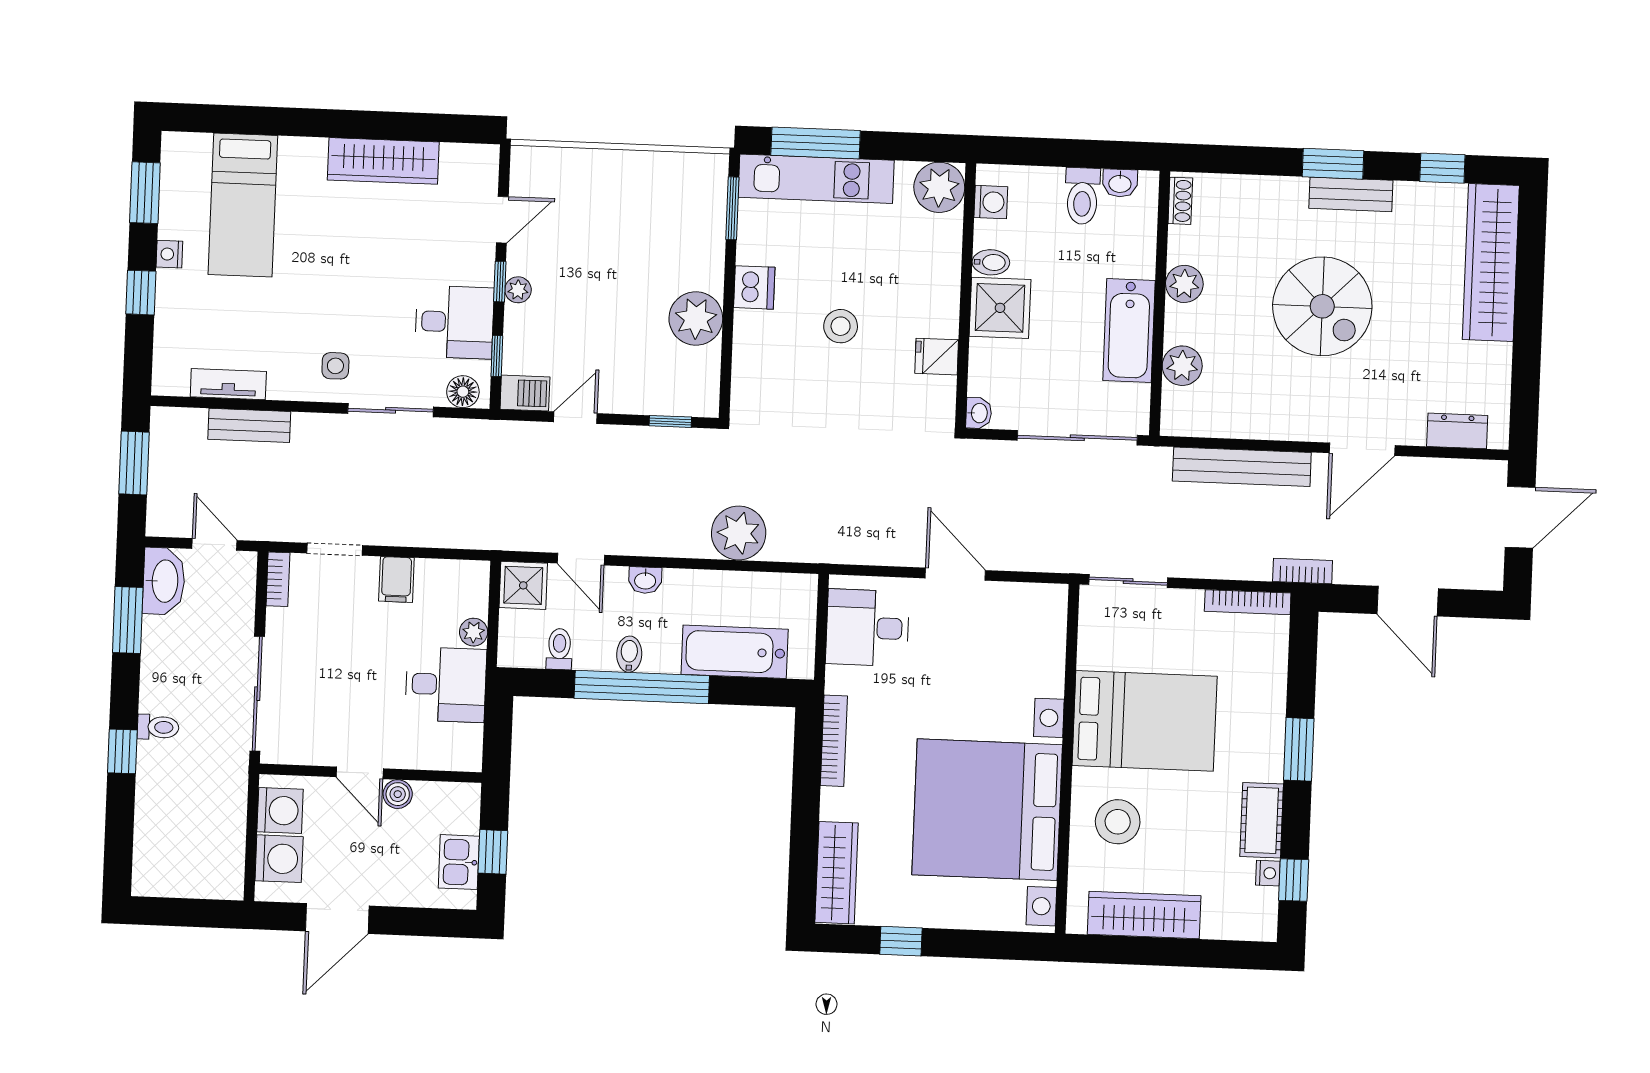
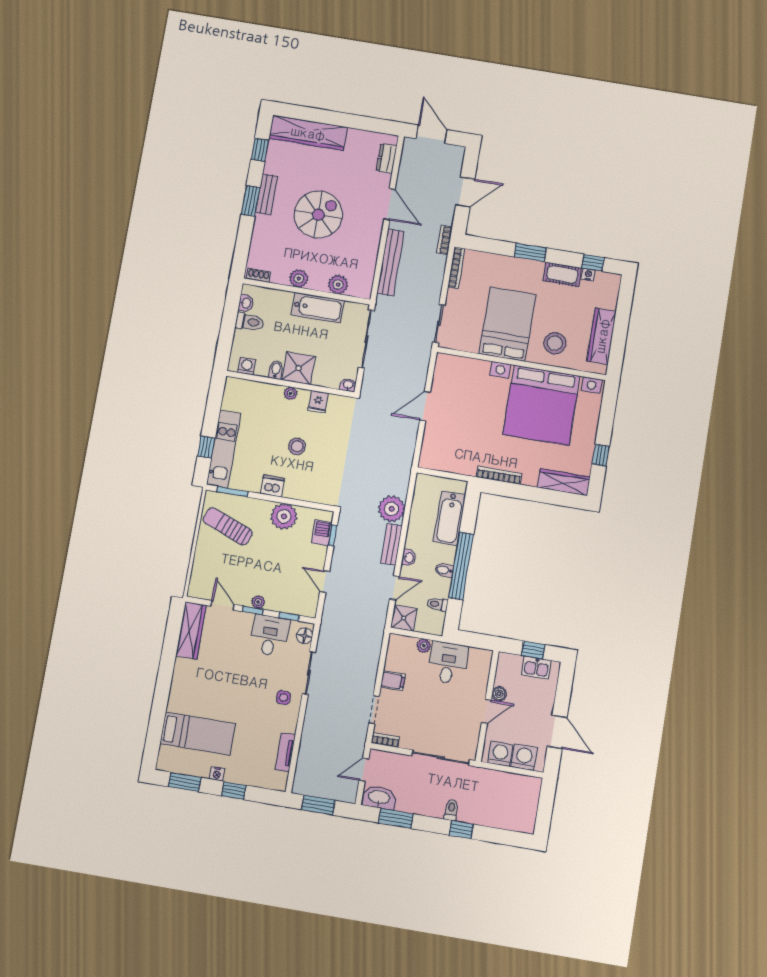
window: (816, 143) -> (206, 447), width x0.46
wardrobe: (383, 161) -> (191, 631), moved
plant: (939, 187) -> (291, 393), moved, width x0.53, depth x0.53
sun lounger: (661, 208) -> (228, 526), added
barbecue: (525, 393) -> (322, 533), moved
bench: (249, 425) -> (391, 544), moved
desk: (868, 628) -> (446, 452), removed

